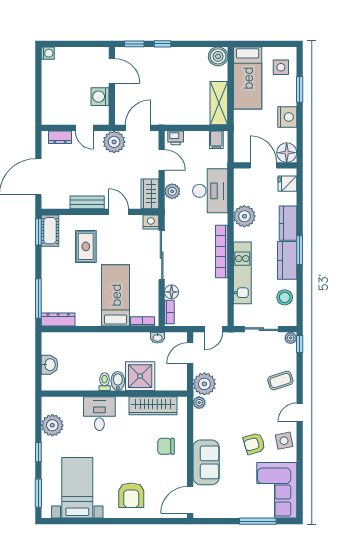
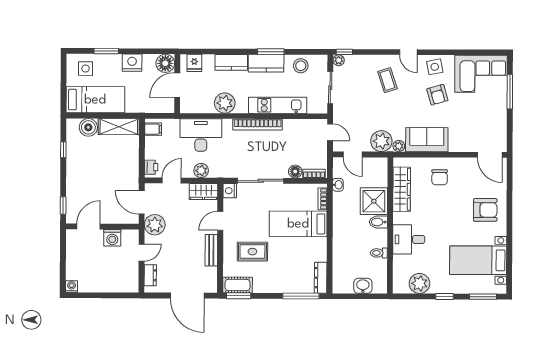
window: (163, 44) -> (63, 150), moved
boiler: (218, 56) -> (88, 127), moved
window: (300, 250) -> (271, 52), moved
coffee table: (280, 381) -> (387, 80), moved
toilet: (105, 382) -> (379, 253), moved
sofa: (206, 462) -> (427, 140), moved

